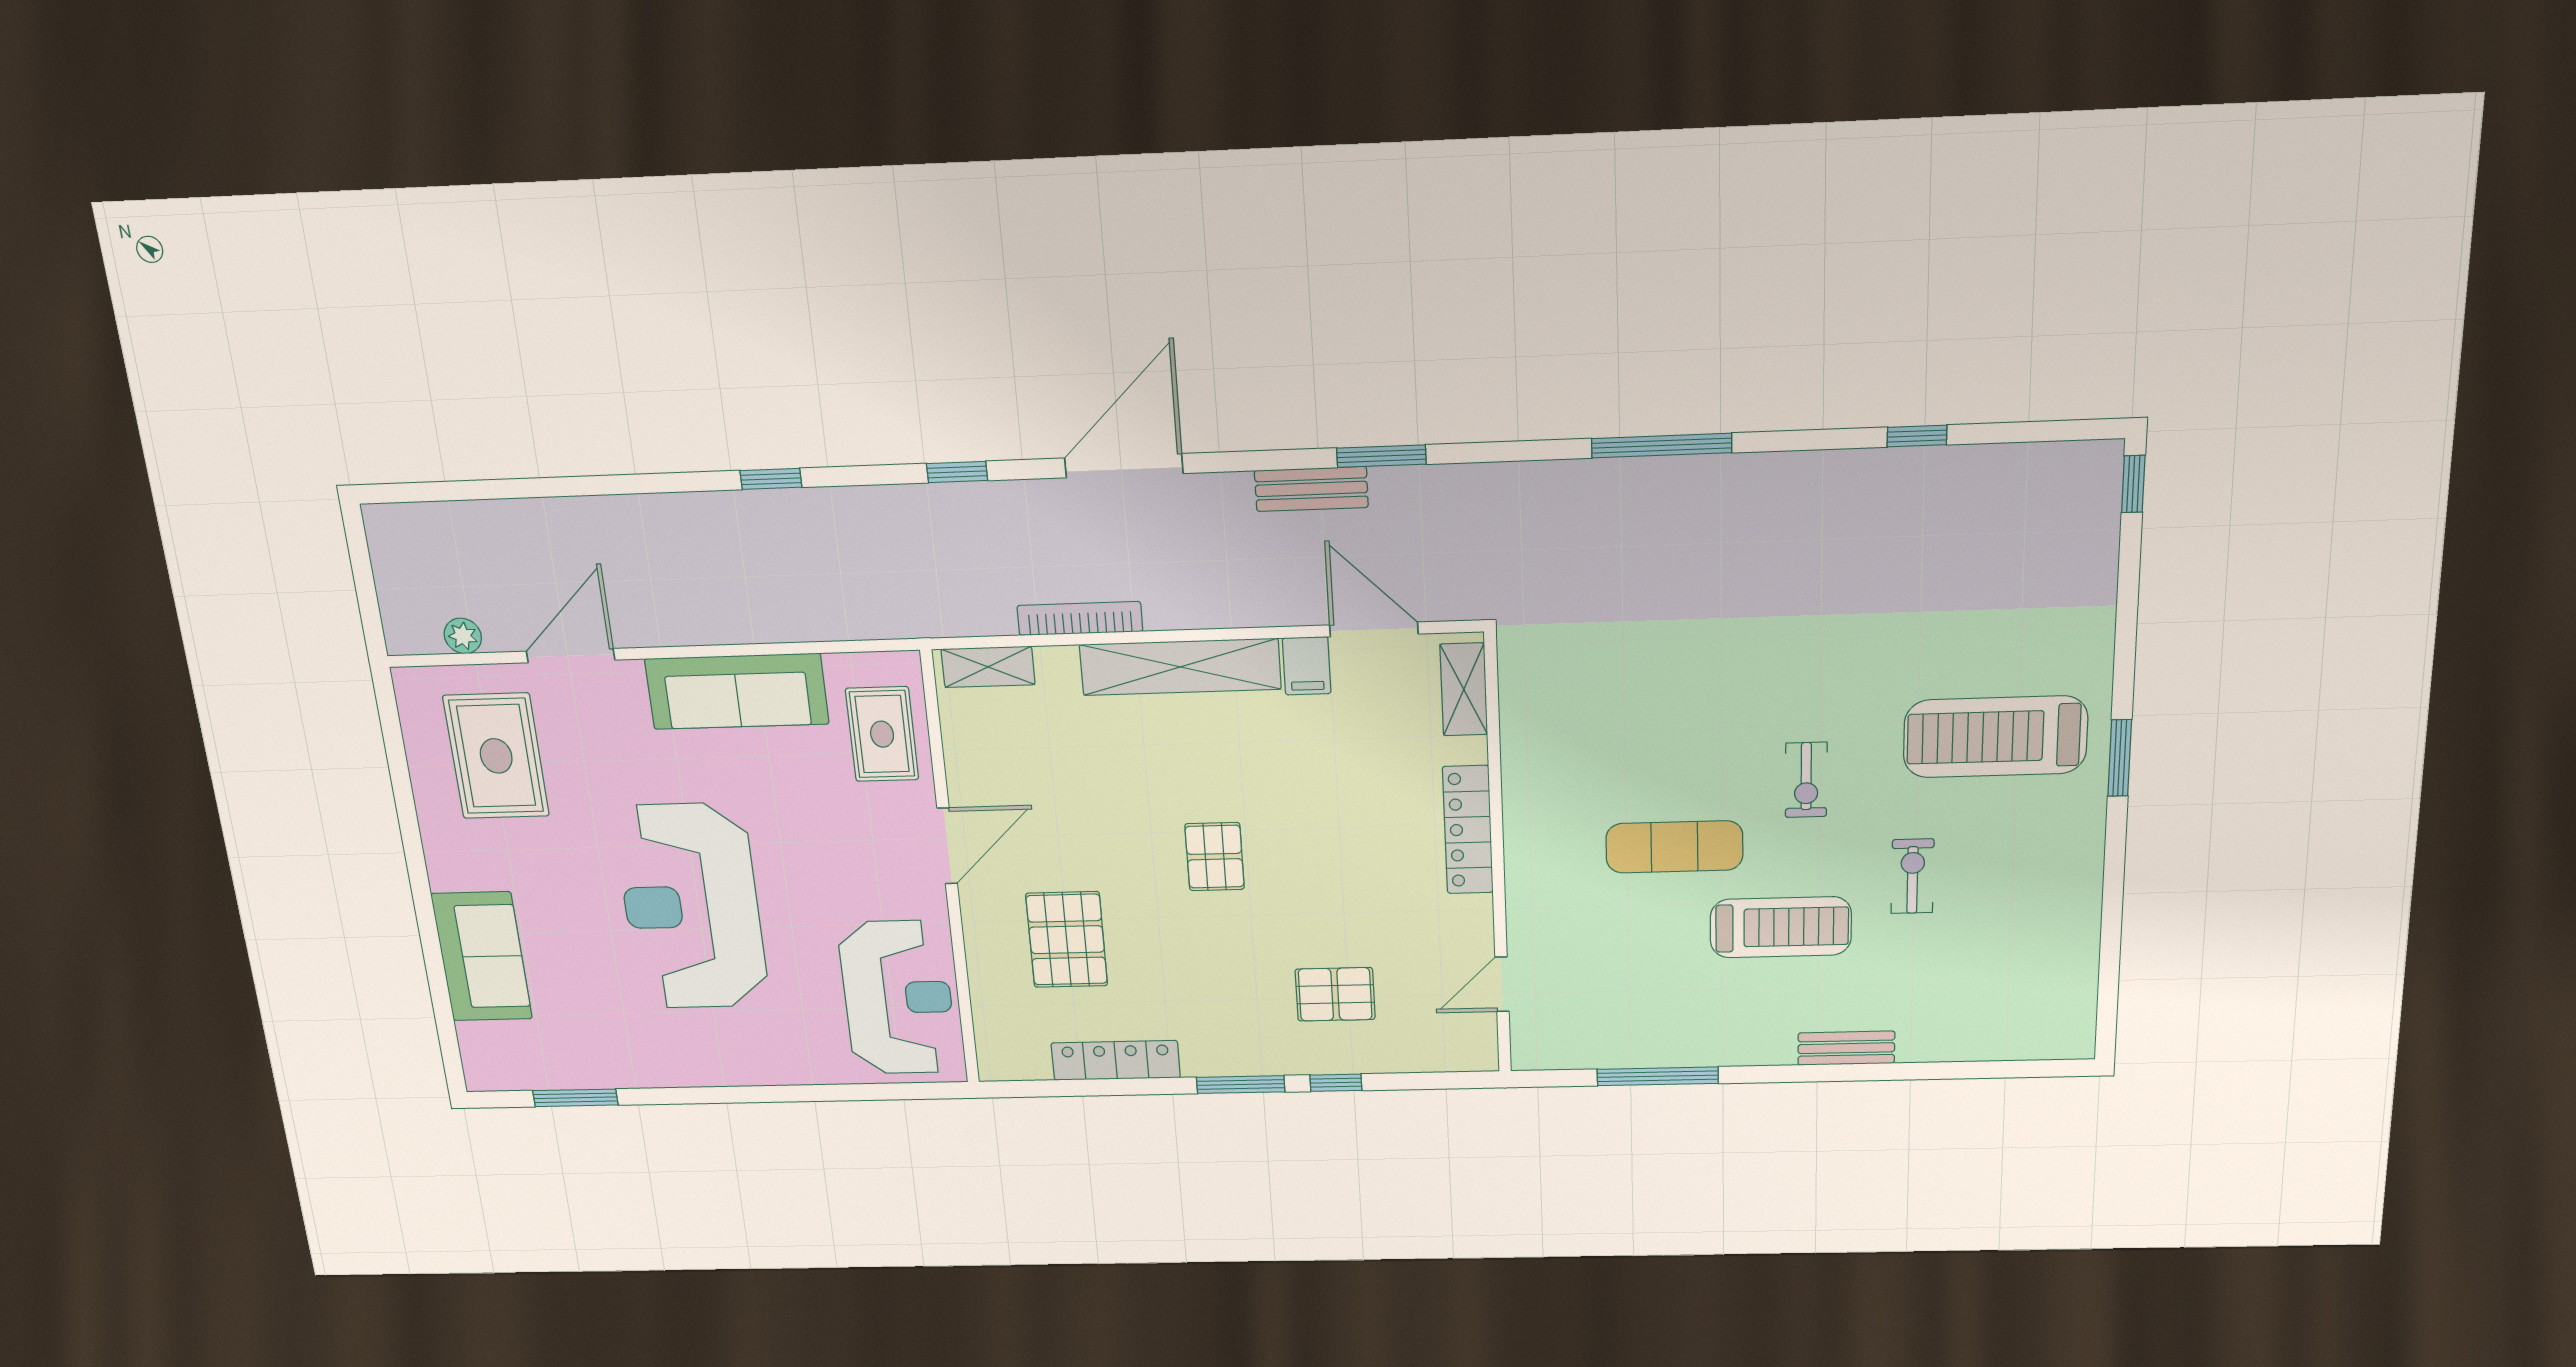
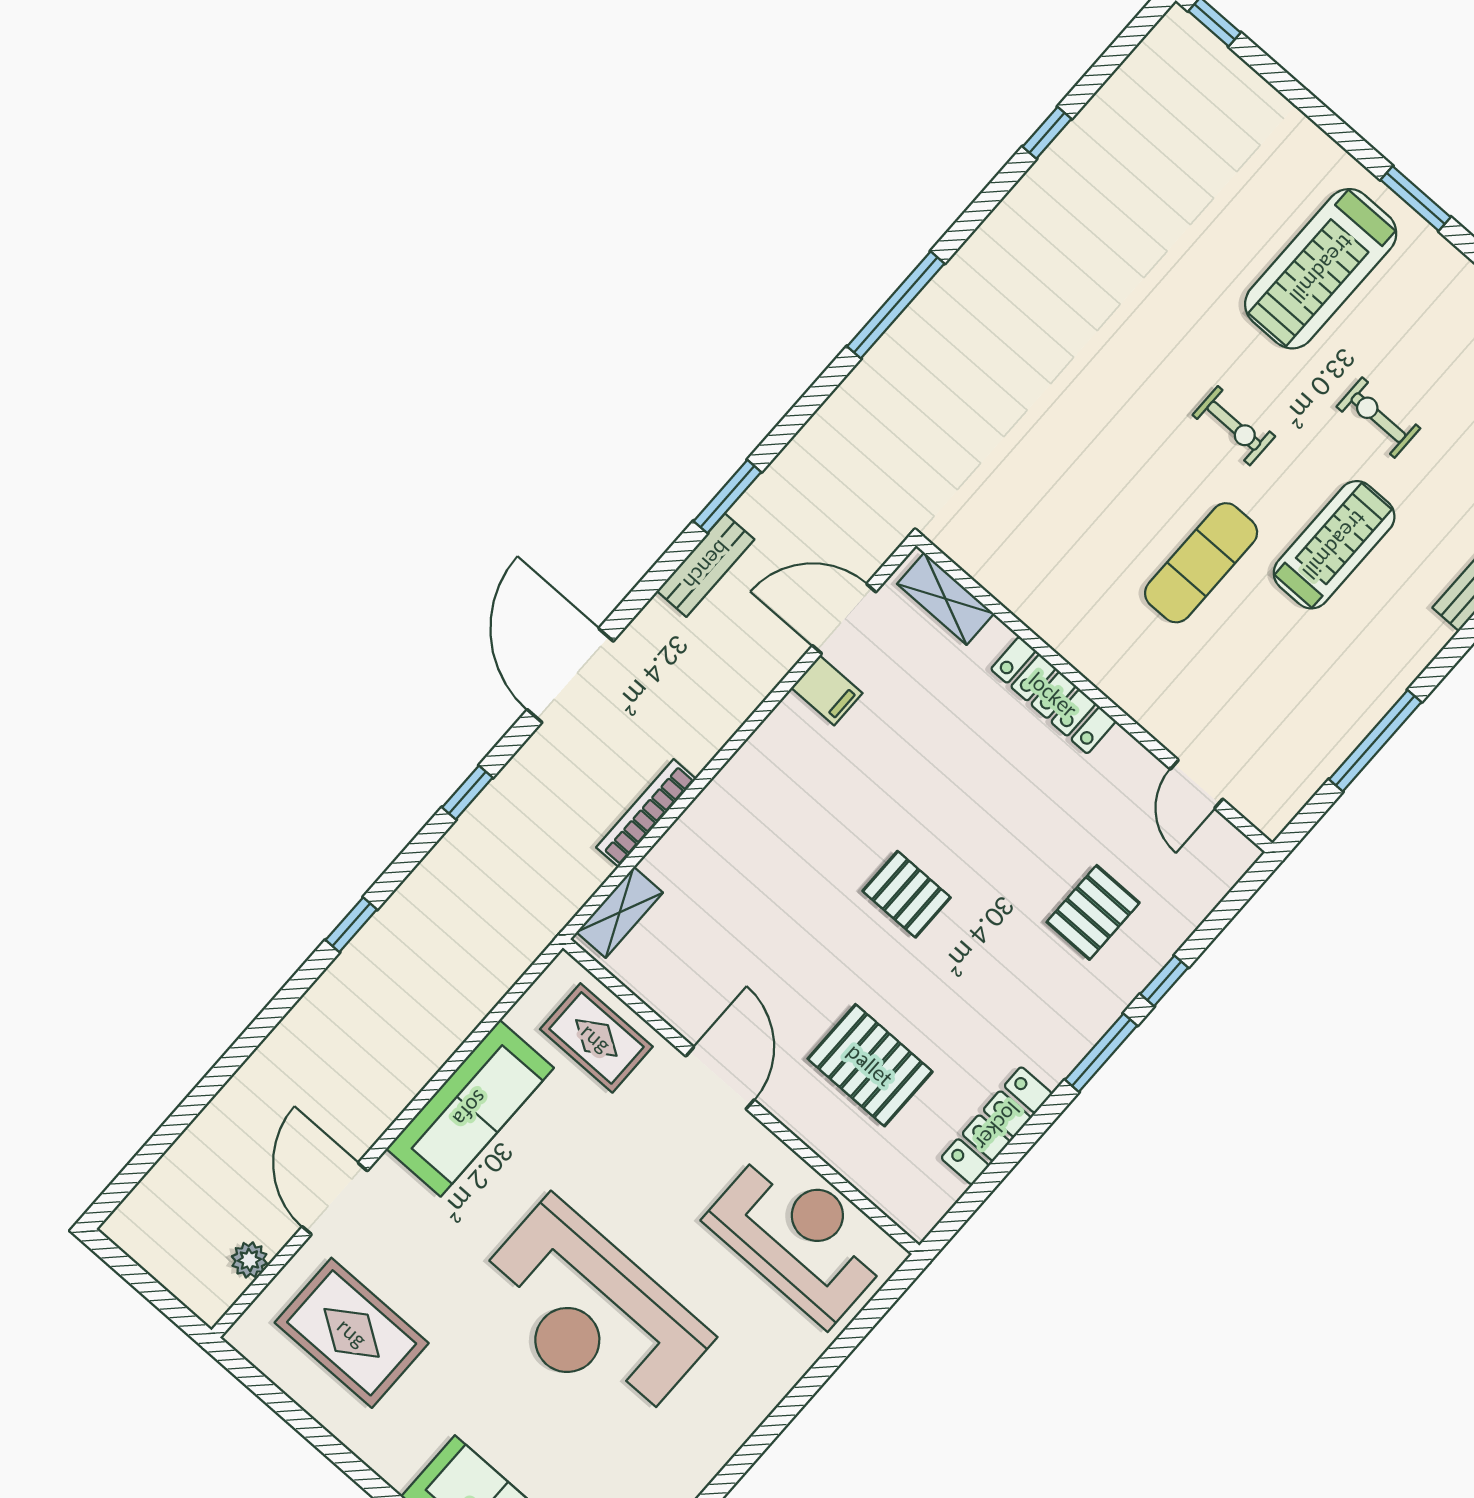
shelving: (1180, 667) -> (746, 778), removed

